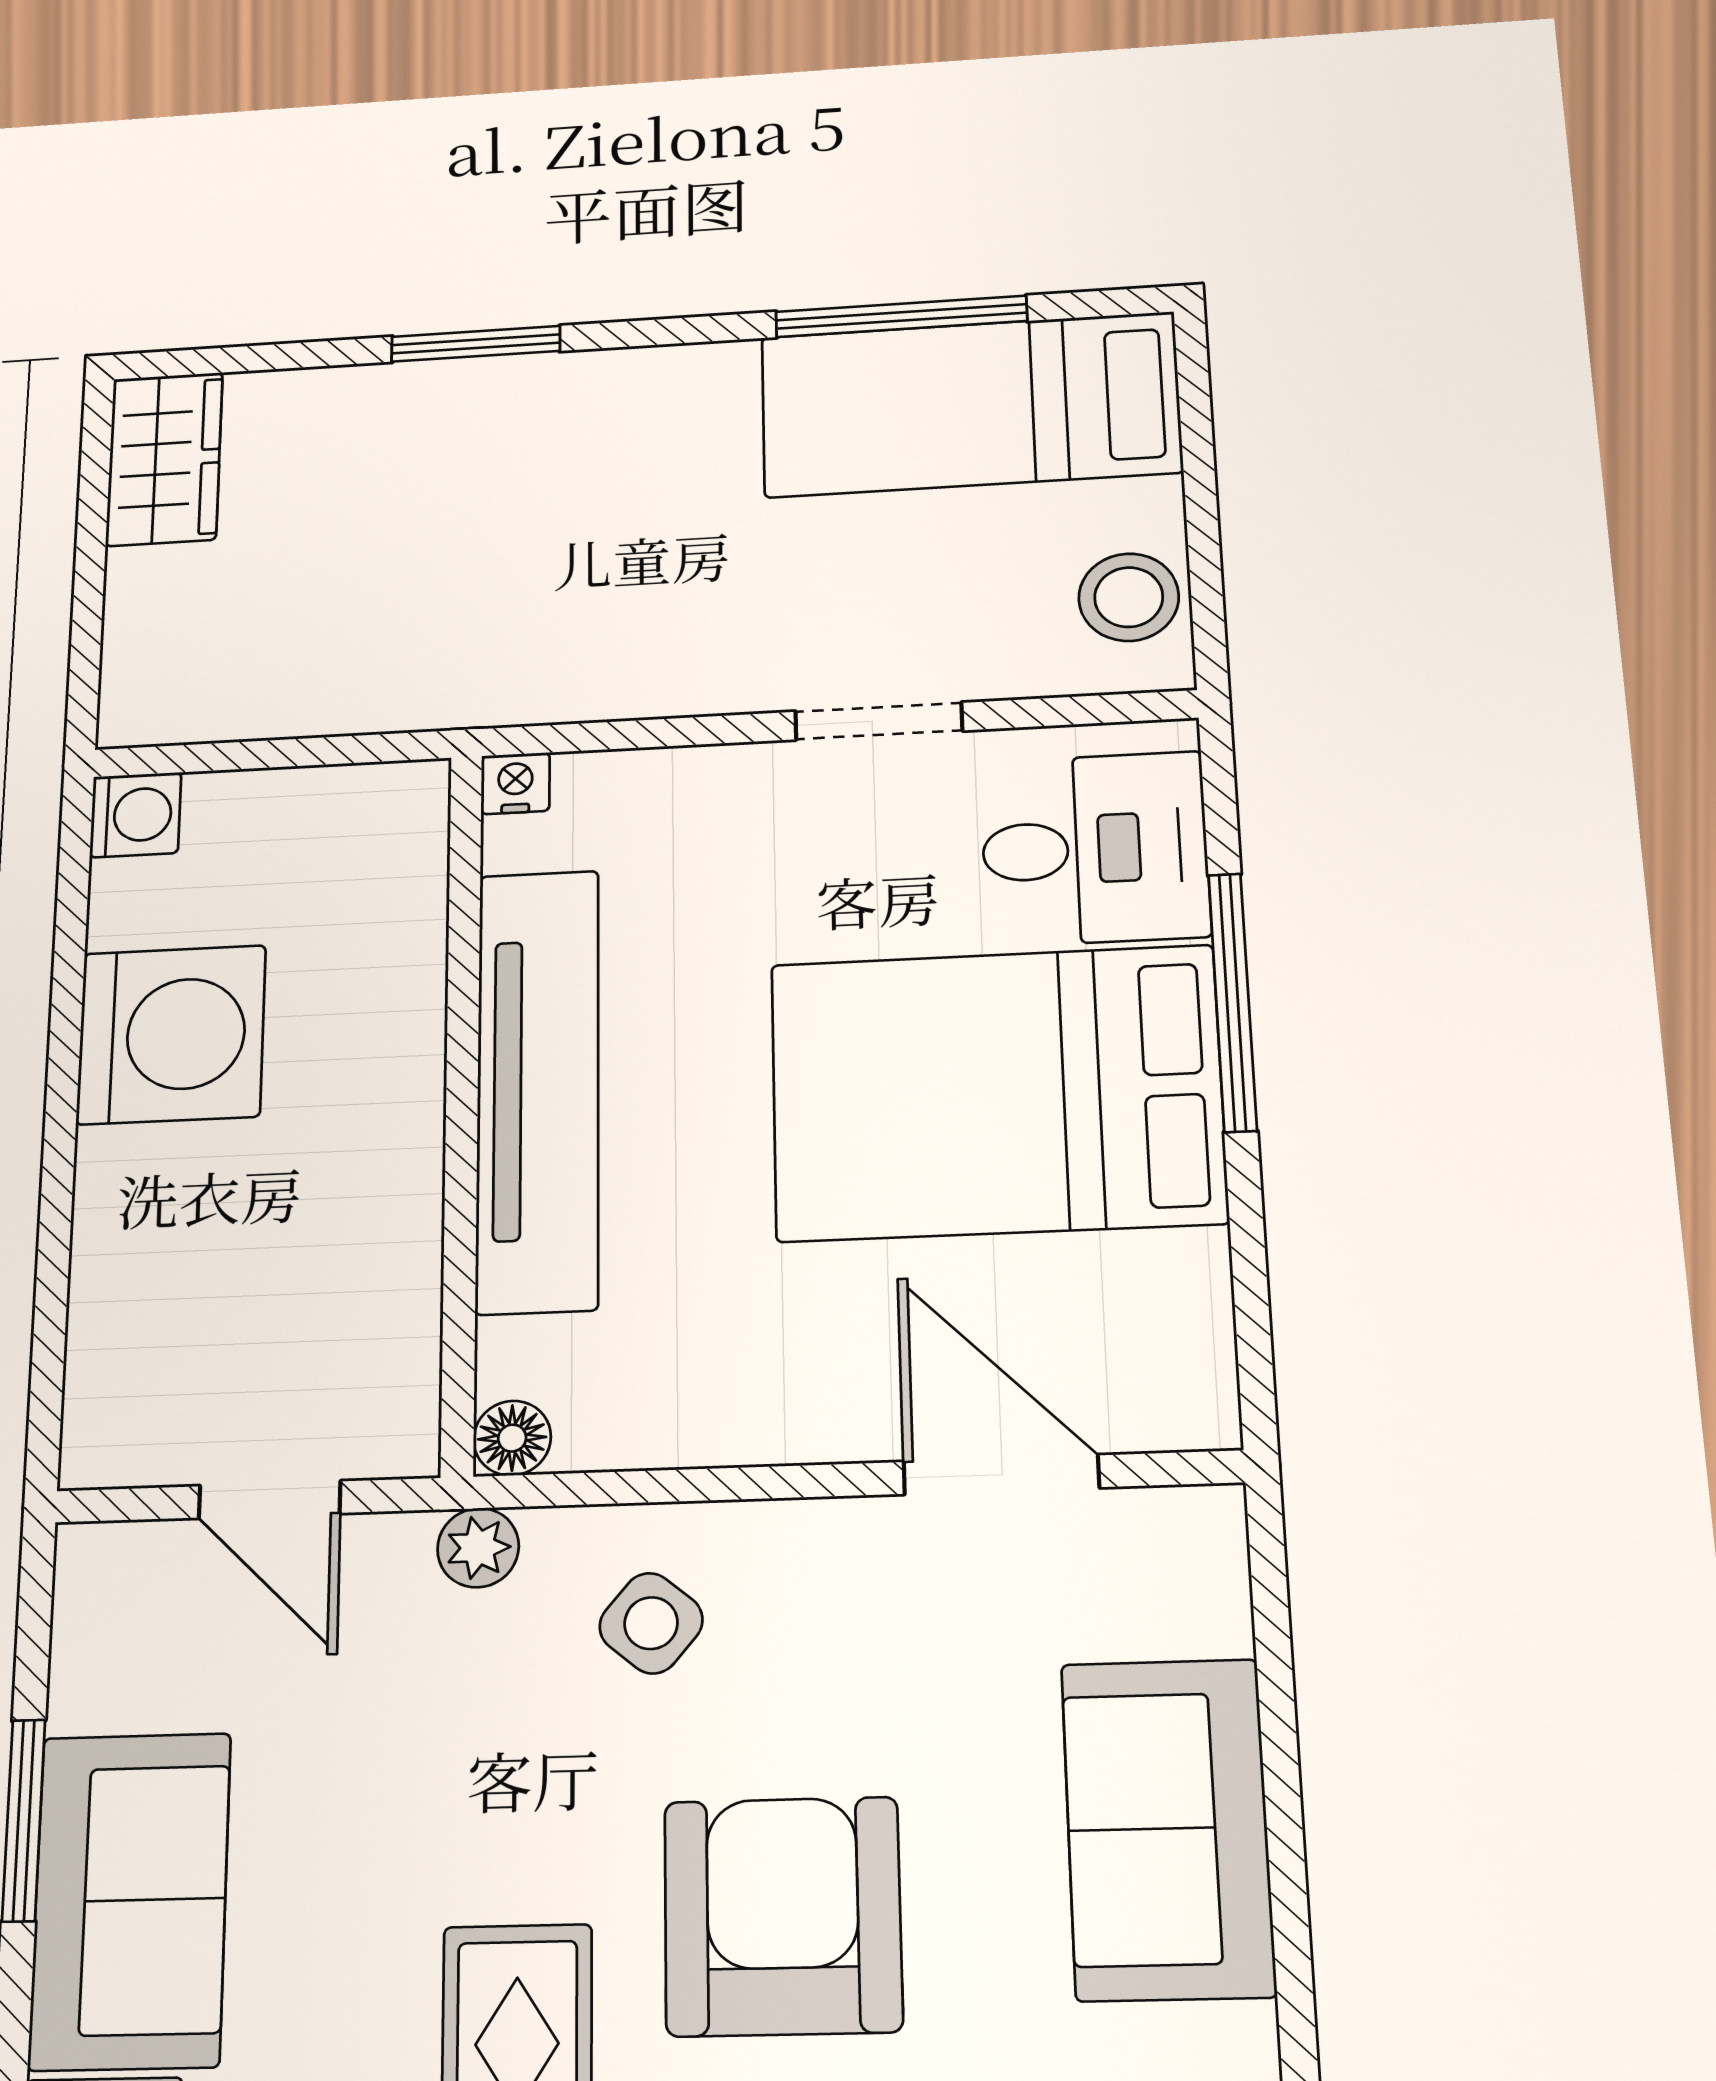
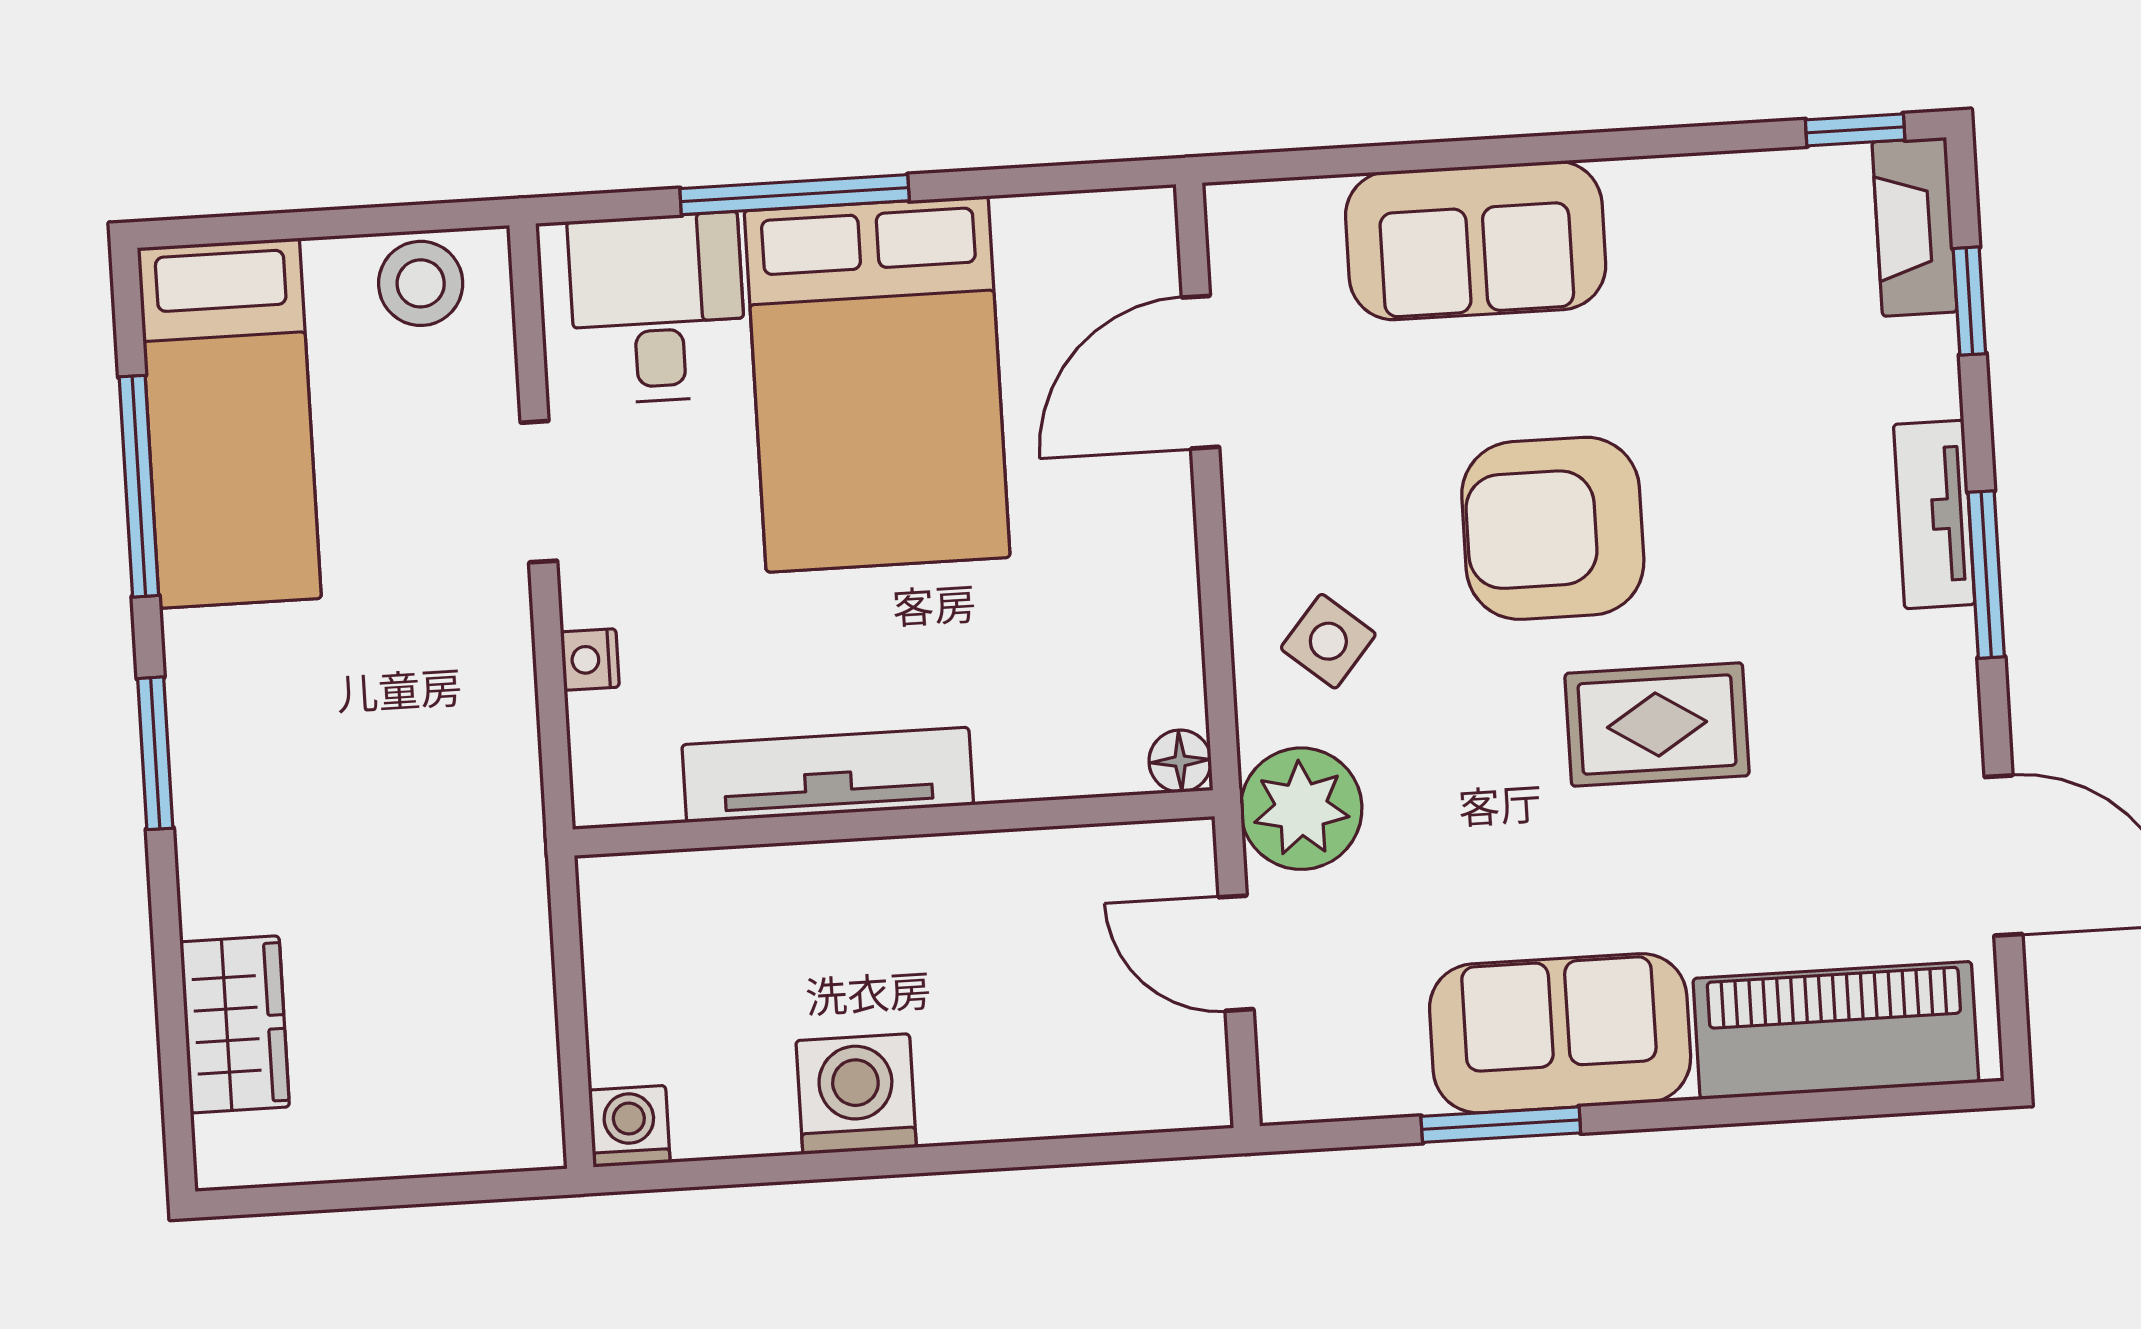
window: (476, 344) -> (155, 753), moved
wardrobe: (164, 459) -> (235, 1024), moved, turned 90
nightstand: (515, 783) -> (590, 660), moved
washing machine: (171, 1035) -> (856, 1094), width x0.73, depth x0.73
tv unit: (538, 1089) -> (828, 775), width x0.73, depth x0.78
door: (270, 1500) -> (1236, 953), swing flipped
plant: (478, 1548) -> (1301, 809), width x1.88, depth x1.88

